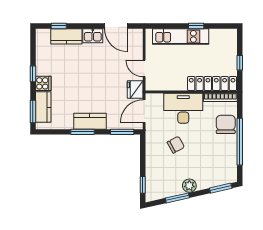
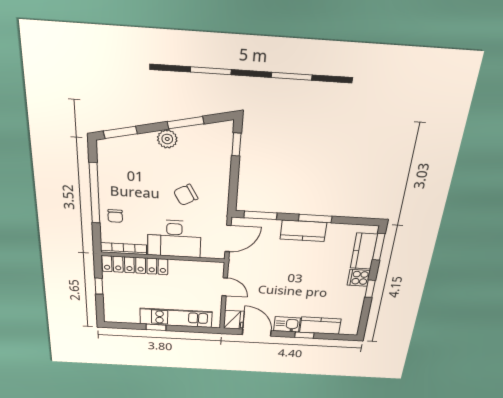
window: (59, 26) -> (304, 335), moved
fridge: (135, 90) -> (234, 320), moved
chair: (226, 124) -> (115, 216), width x0.54, depth x0.54

